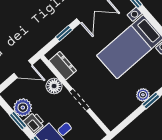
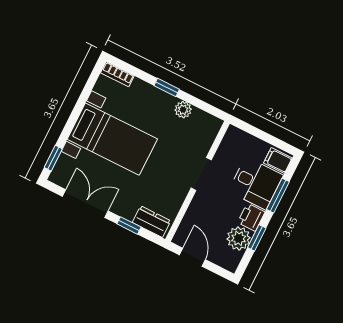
dresser: (63, 66) -> (151, 222), moved, turned 90
floor lamp: (54, 86) -> (197, 211), removed
plant: (143, 95) -> (183, 110), moved

